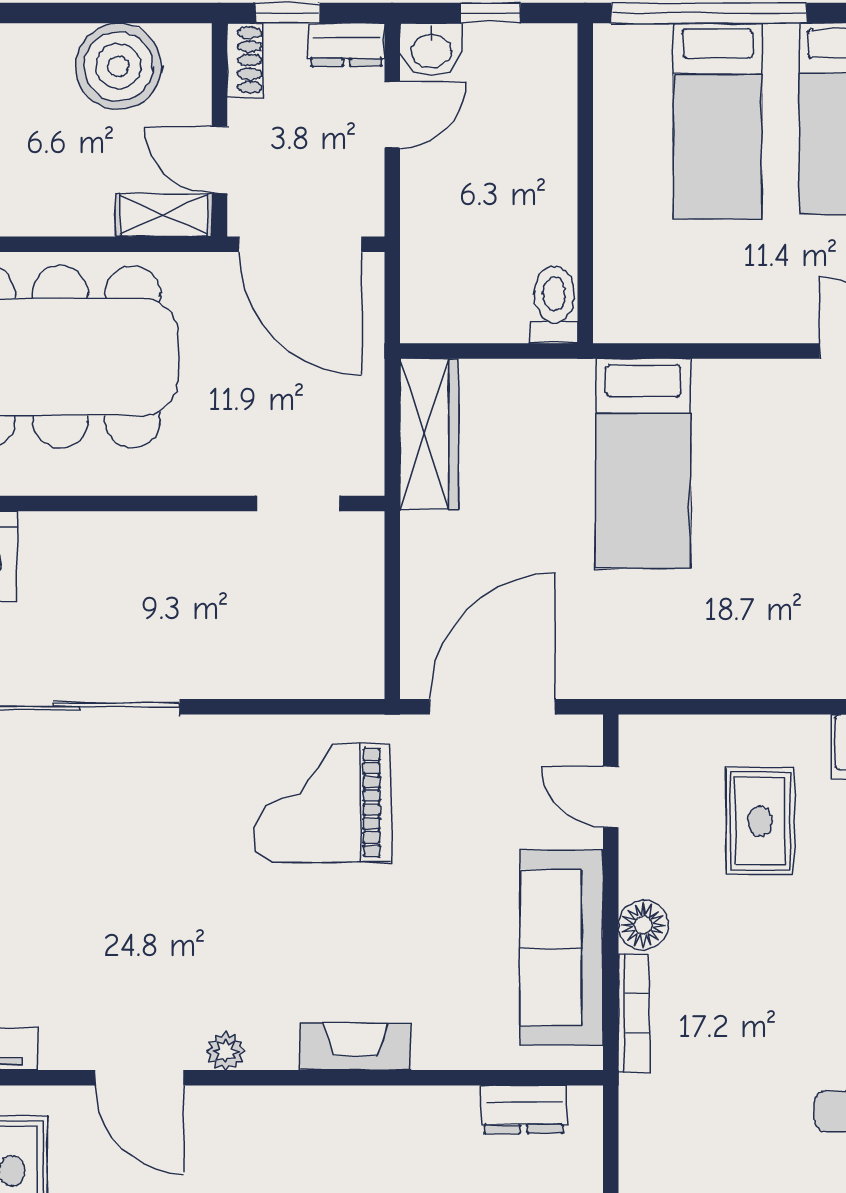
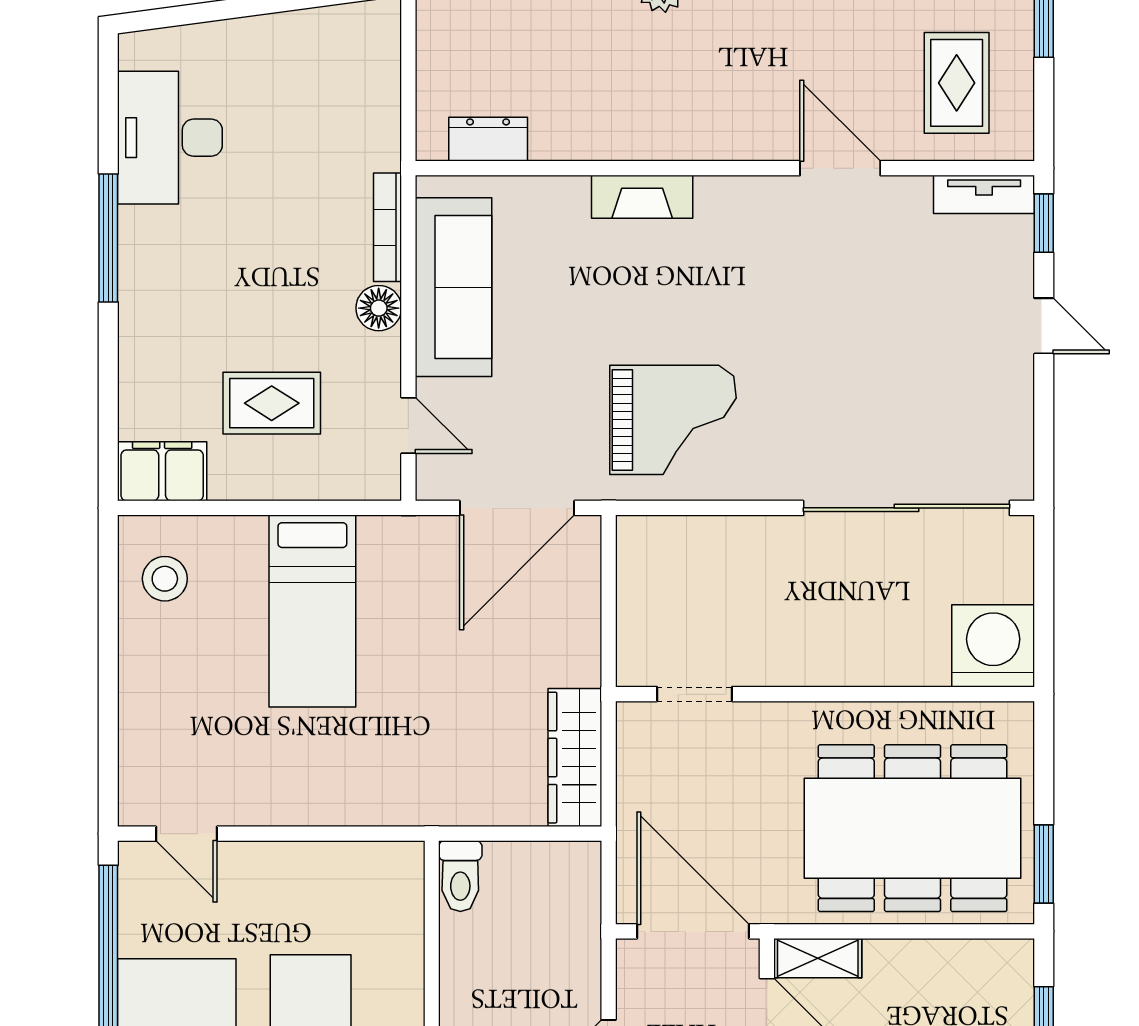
bed: (643, 464) -> (312, 611), moved, turned 180
rug: (760, 821) -> (272, 403), turned 90
plant: (226, 1051) -> (761, 193), removed

